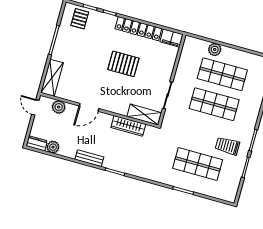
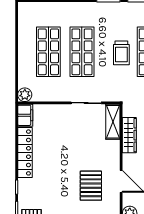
plant: (215, 49) -> (25, 95), moved
pallet: (123, 64) -> (91, 186), moved
trolley: (227, 146) -> (121, 53), moved

